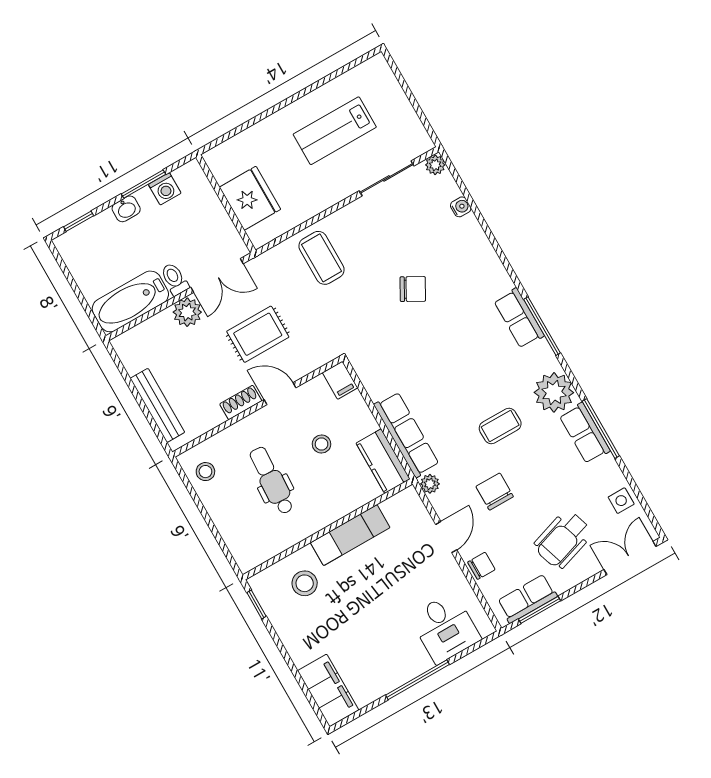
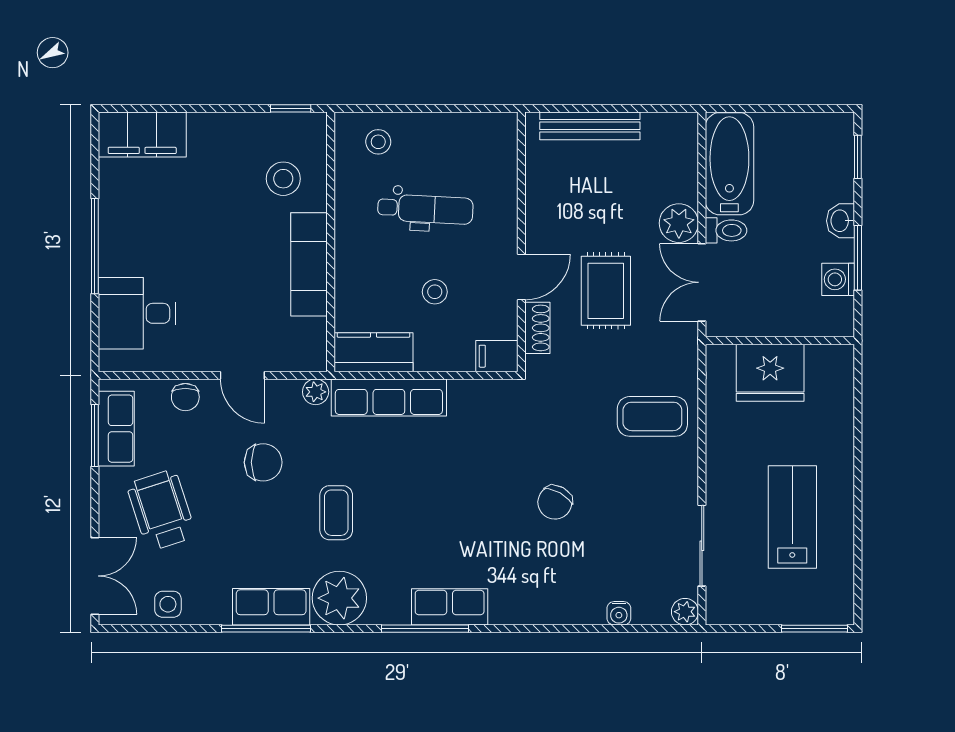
window: (398, 75) -> (814, 629), added
shoe rack: (241, 402) -> (537, 328), moved
stool: (205, 472) -> (378, 142), moved

